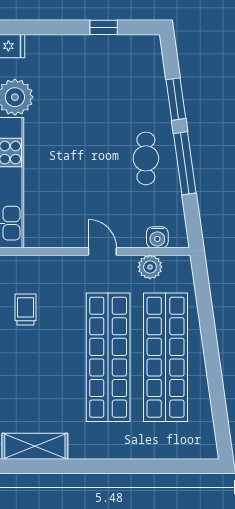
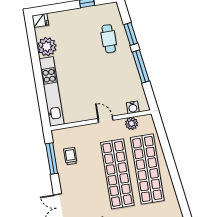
cafe table: (146, 158) -> (109, 39), moved

